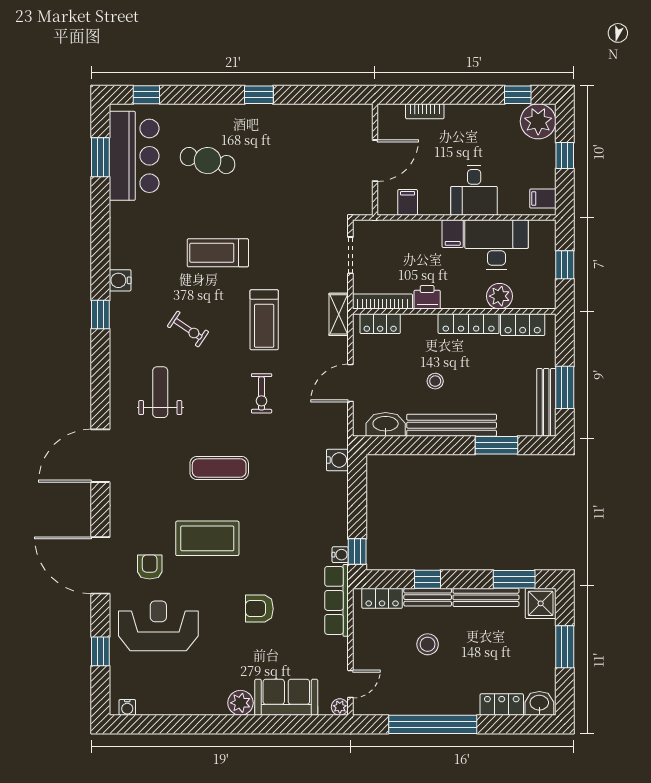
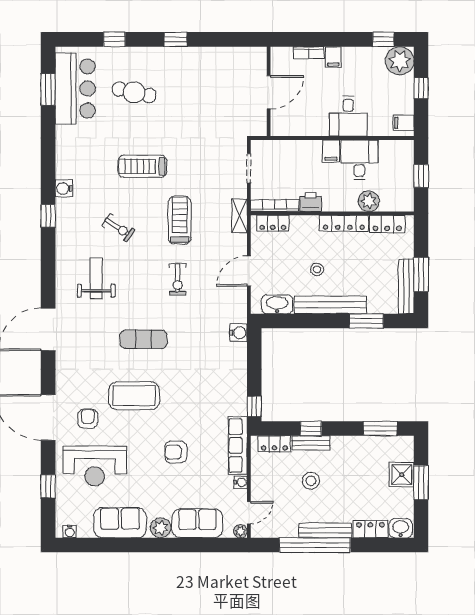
window: (146, 95) -> (114, 39), moved
filing cabinet: (408, 202) -> (333, 57), moved, turned 180
desk: (496, 245) -> (359, 160), width x0.73
treadmill: (264, 320) -> (180, 220), turned 180
water cooler: (340, 555) -> (241, 482), moved
bench: (486, 597) -> (325, 531), moved
shower: (541, 603) -> (402, 475), moved
reception desk: (158, 626) -> (95, 466), turned 180
sofa: (190, 696) -> (120, 523), added

